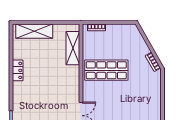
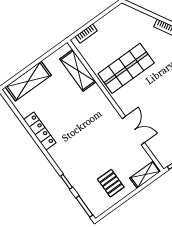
locker: (18, 70) -> (40, 131), width x1.53

